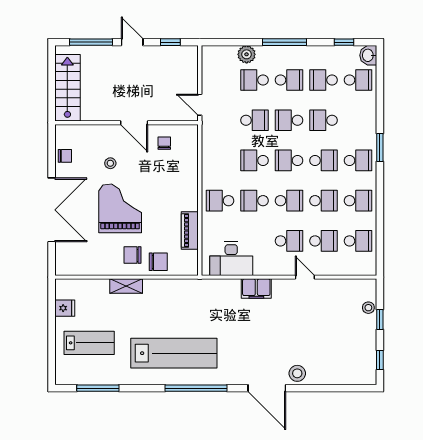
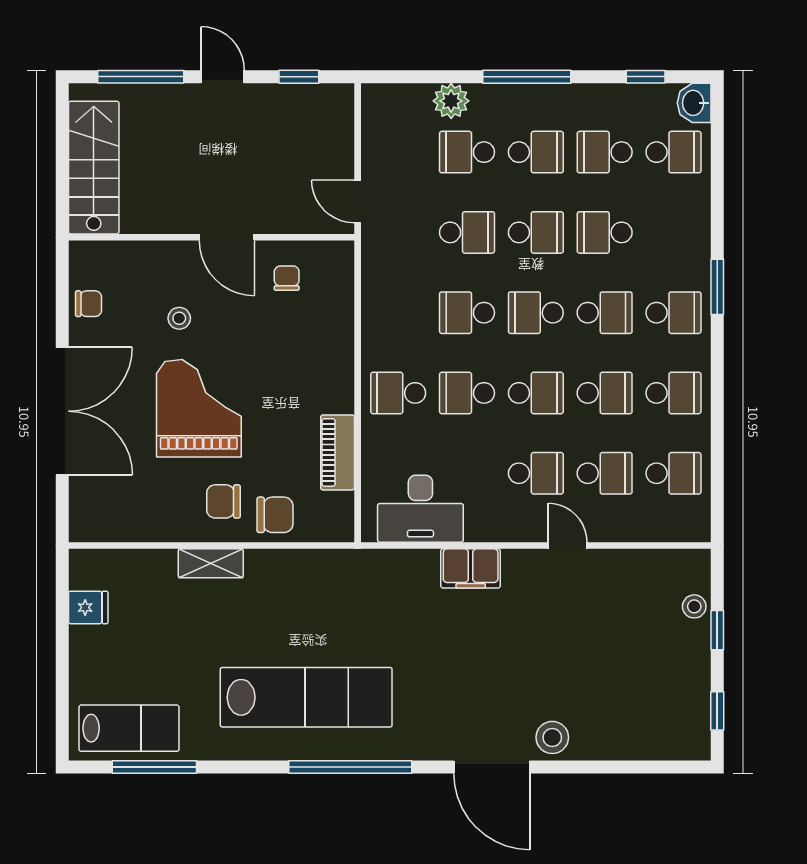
school desk: (289, 120) -> (536, 232), turned 180
lab bench: (89, 343) -> (129, 728), moved

